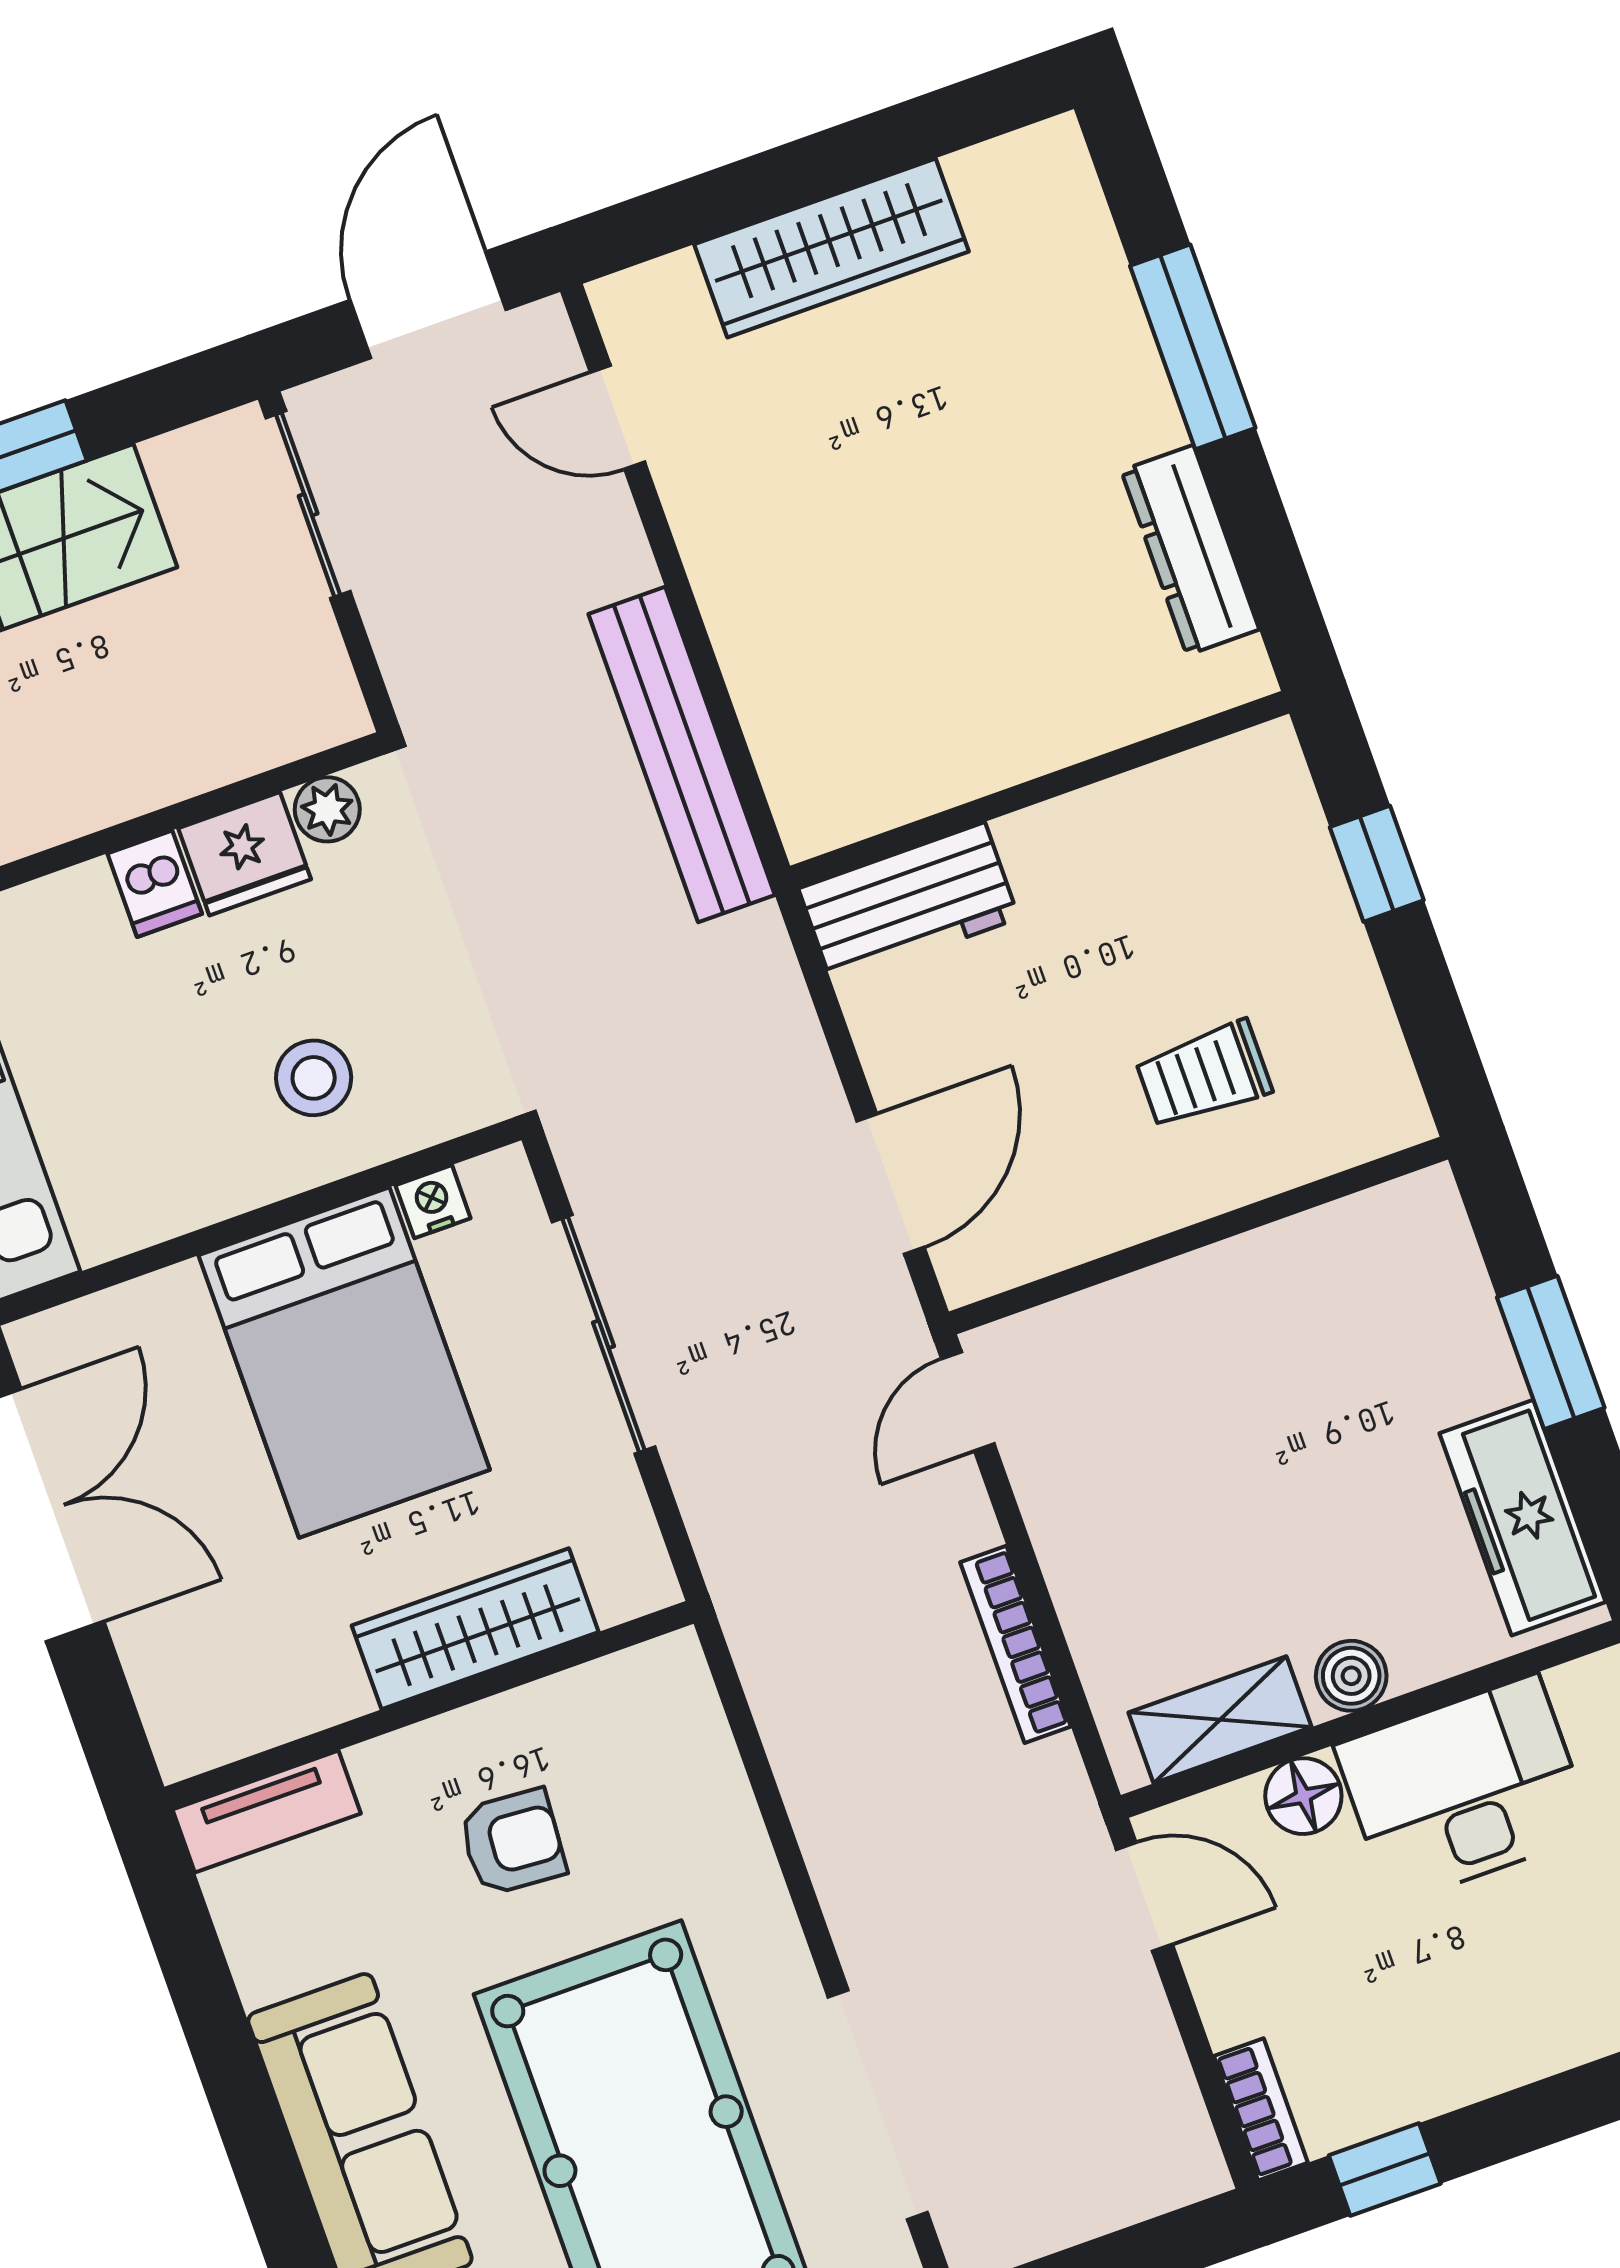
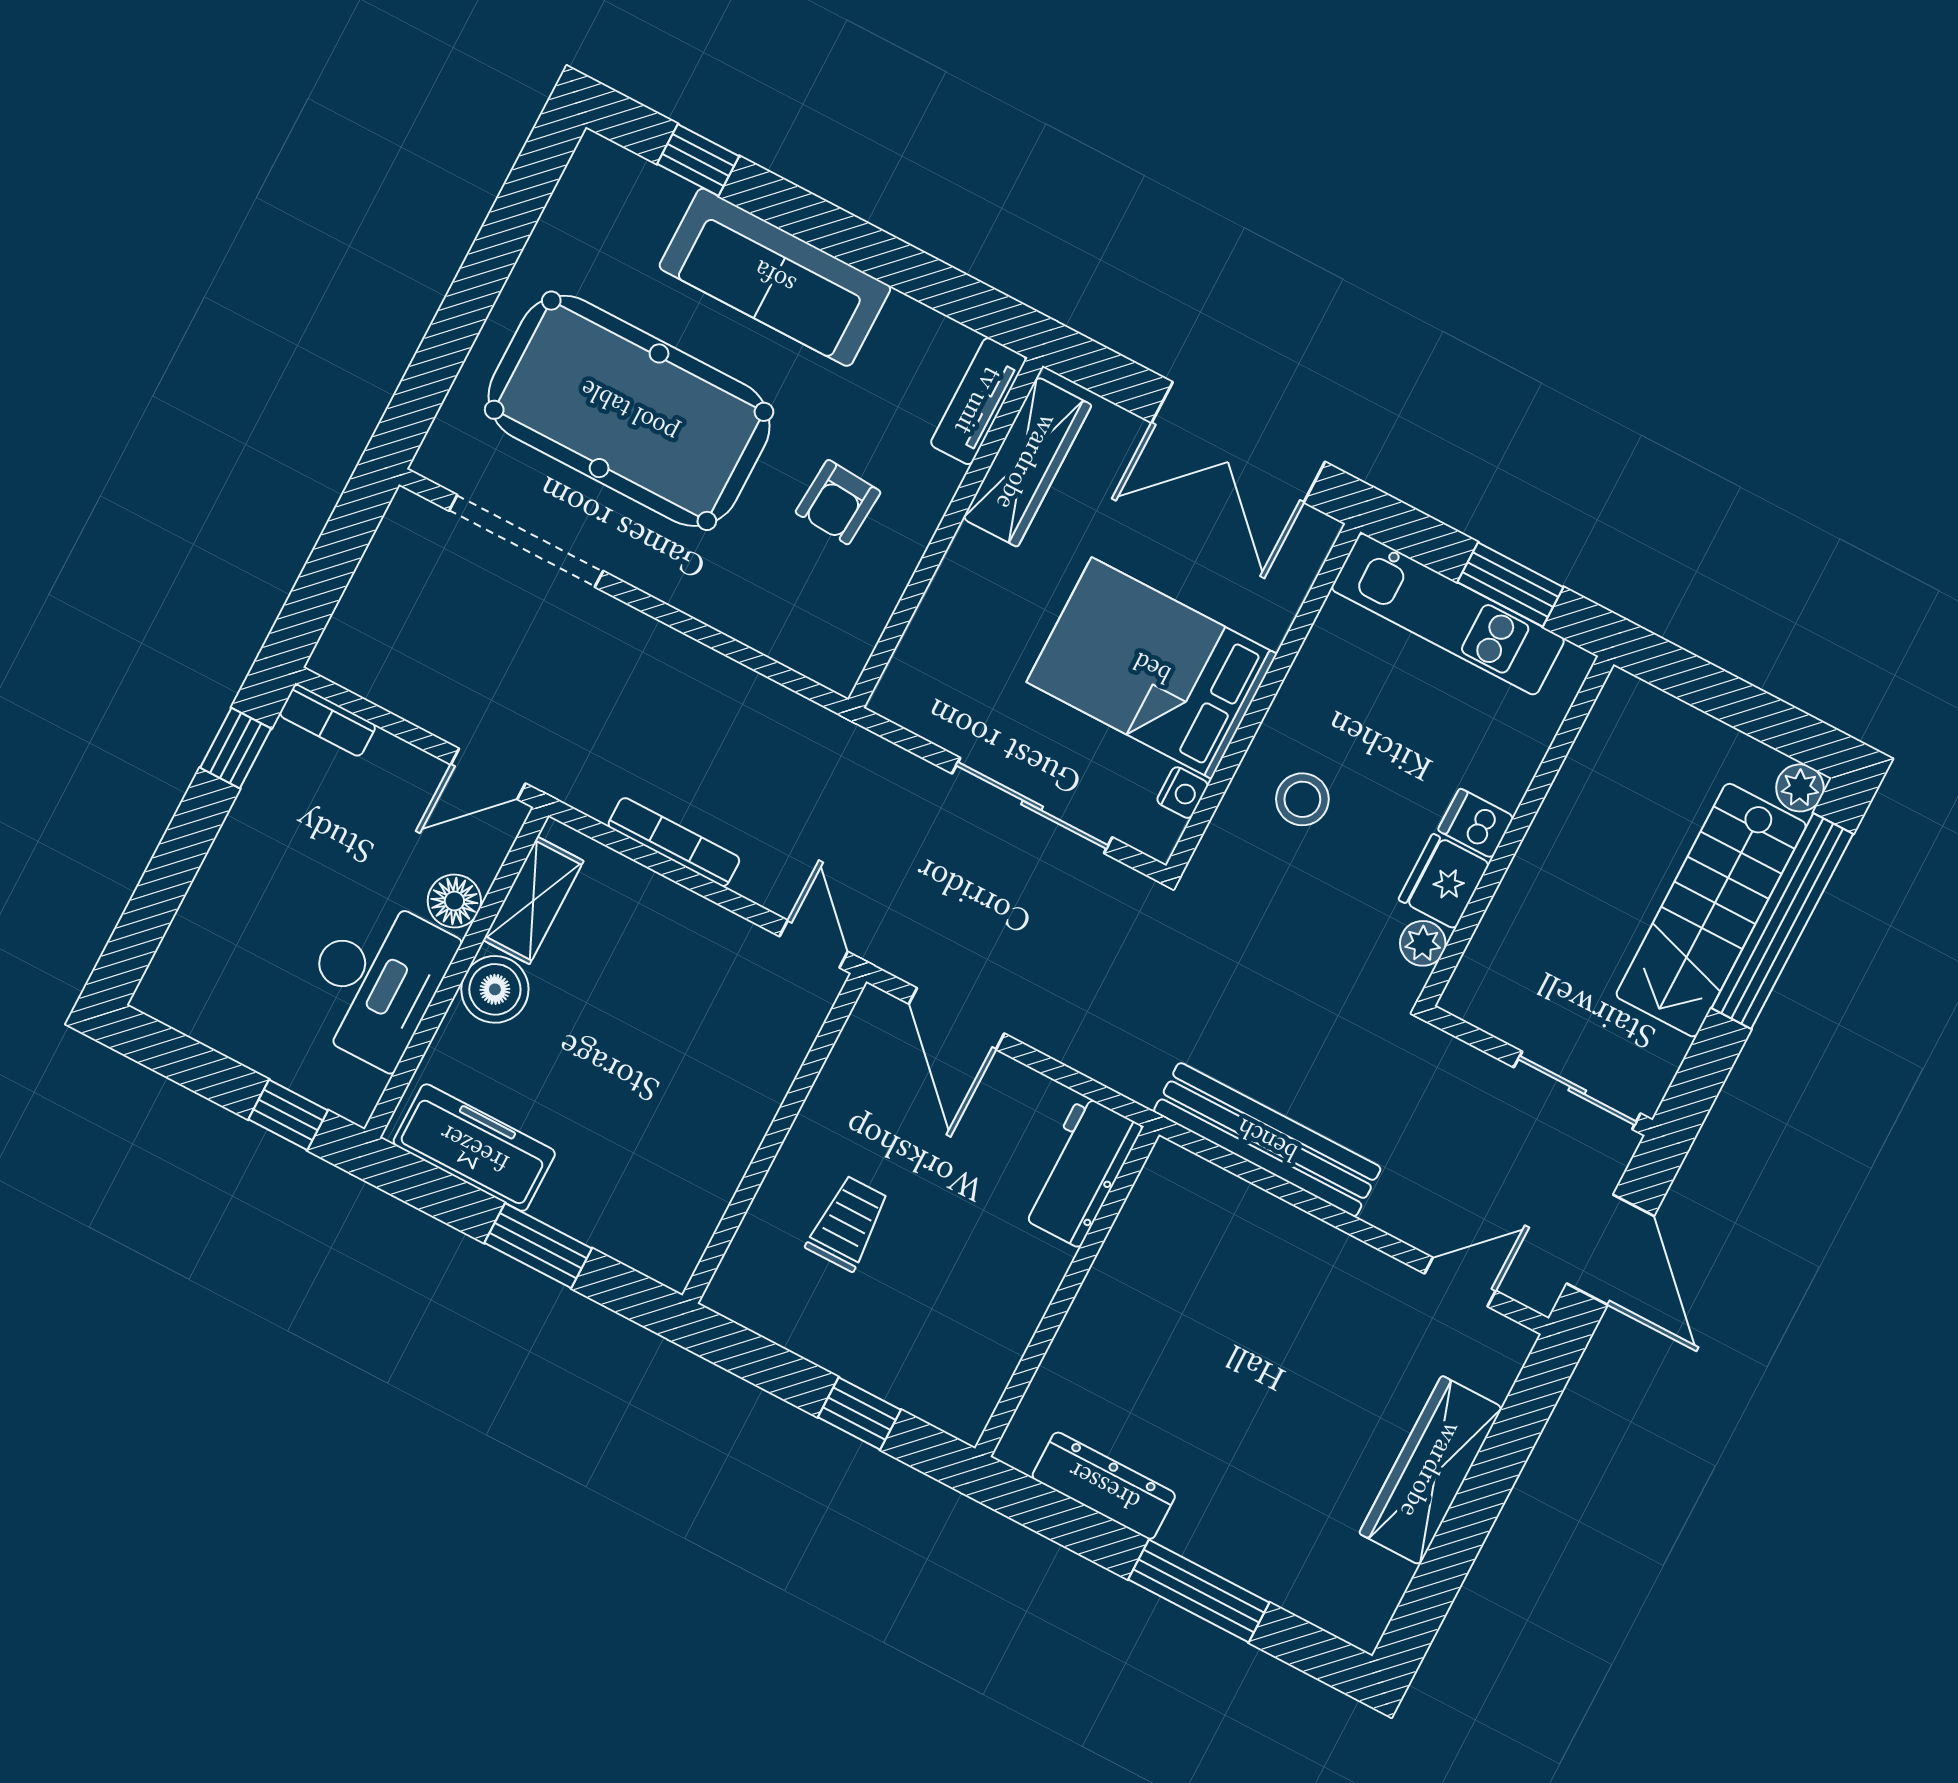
wardrobe: (475, 1629) -> (1027, 462), moved
boiler: (1351, 1676) -> (495, 989), width x1.36, depth x1.36

